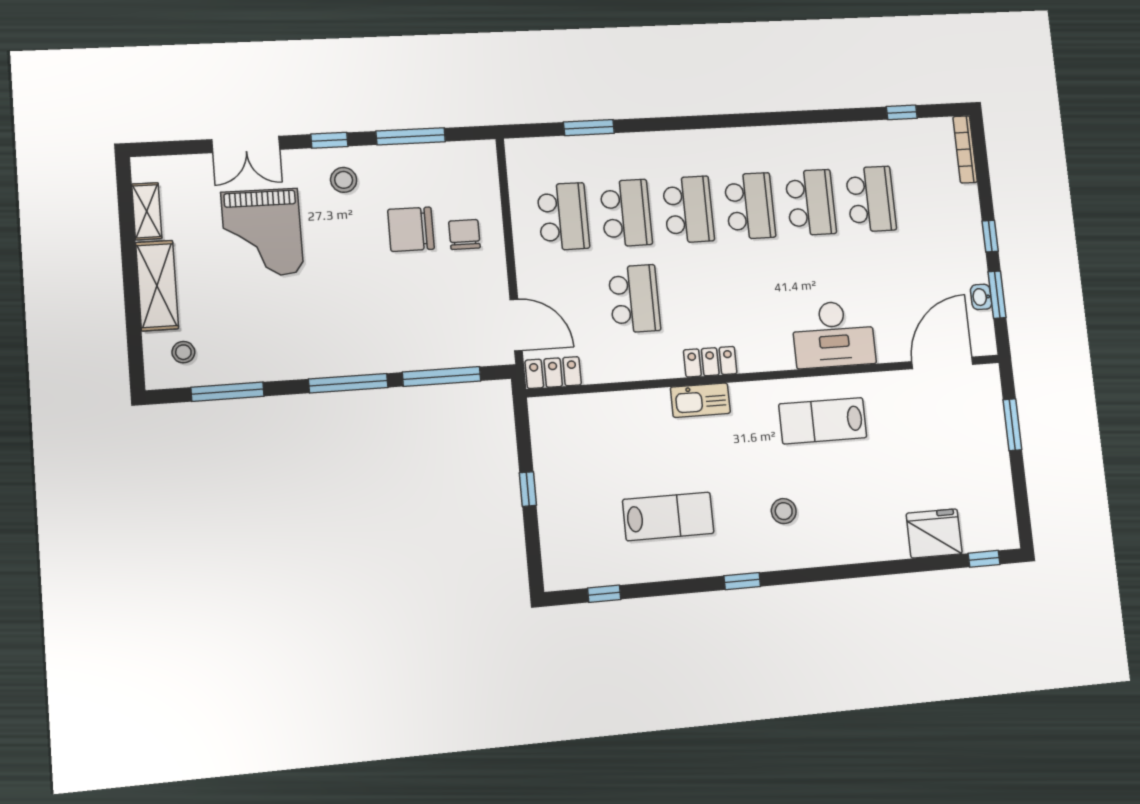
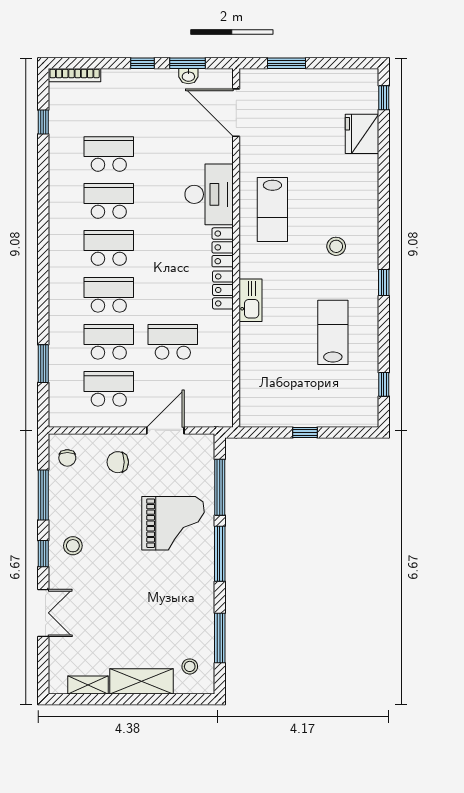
chair: (411, 229) -> (67, 458), moved, width x0.54, depth x0.54
grand piano: (262, 233) -> (173, 523), moved
door: (516, 325) -> (165, 430), moved
locker: (553, 373) -> (223, 247), moved

